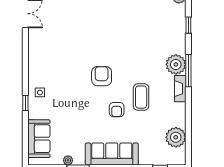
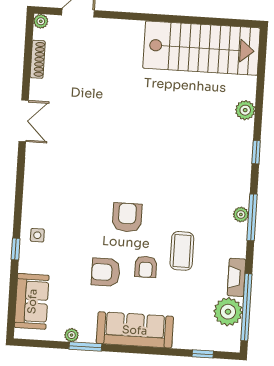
plant: (176, 64) -> (241, 214), width x0.53, depth x0.53
fireplace: (180, 89) -> (236, 277), moved
armchair: (89, 115) -> (106, 272), added
window: (188, 133) -> (246, 307), added

